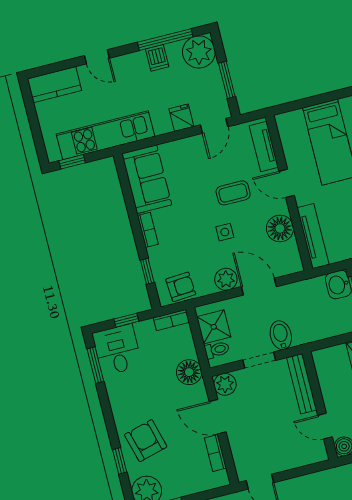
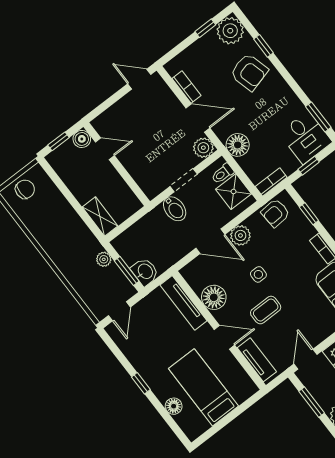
bench: (302, 384) -> (140, 176), removed

